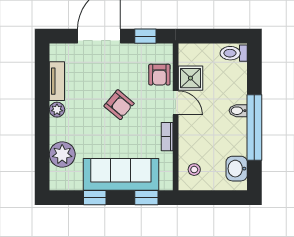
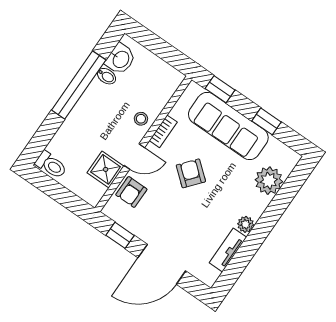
armchair: (159, 75) -> (131, 192), turned 180
door: (176, 103) -> (134, 157), swing flipped
armchair: (119, 105) -> (191, 173), moved
bidet: (238, 111) -> (107, 76), moved
stool: (194, 170) -> (141, 119), moved

